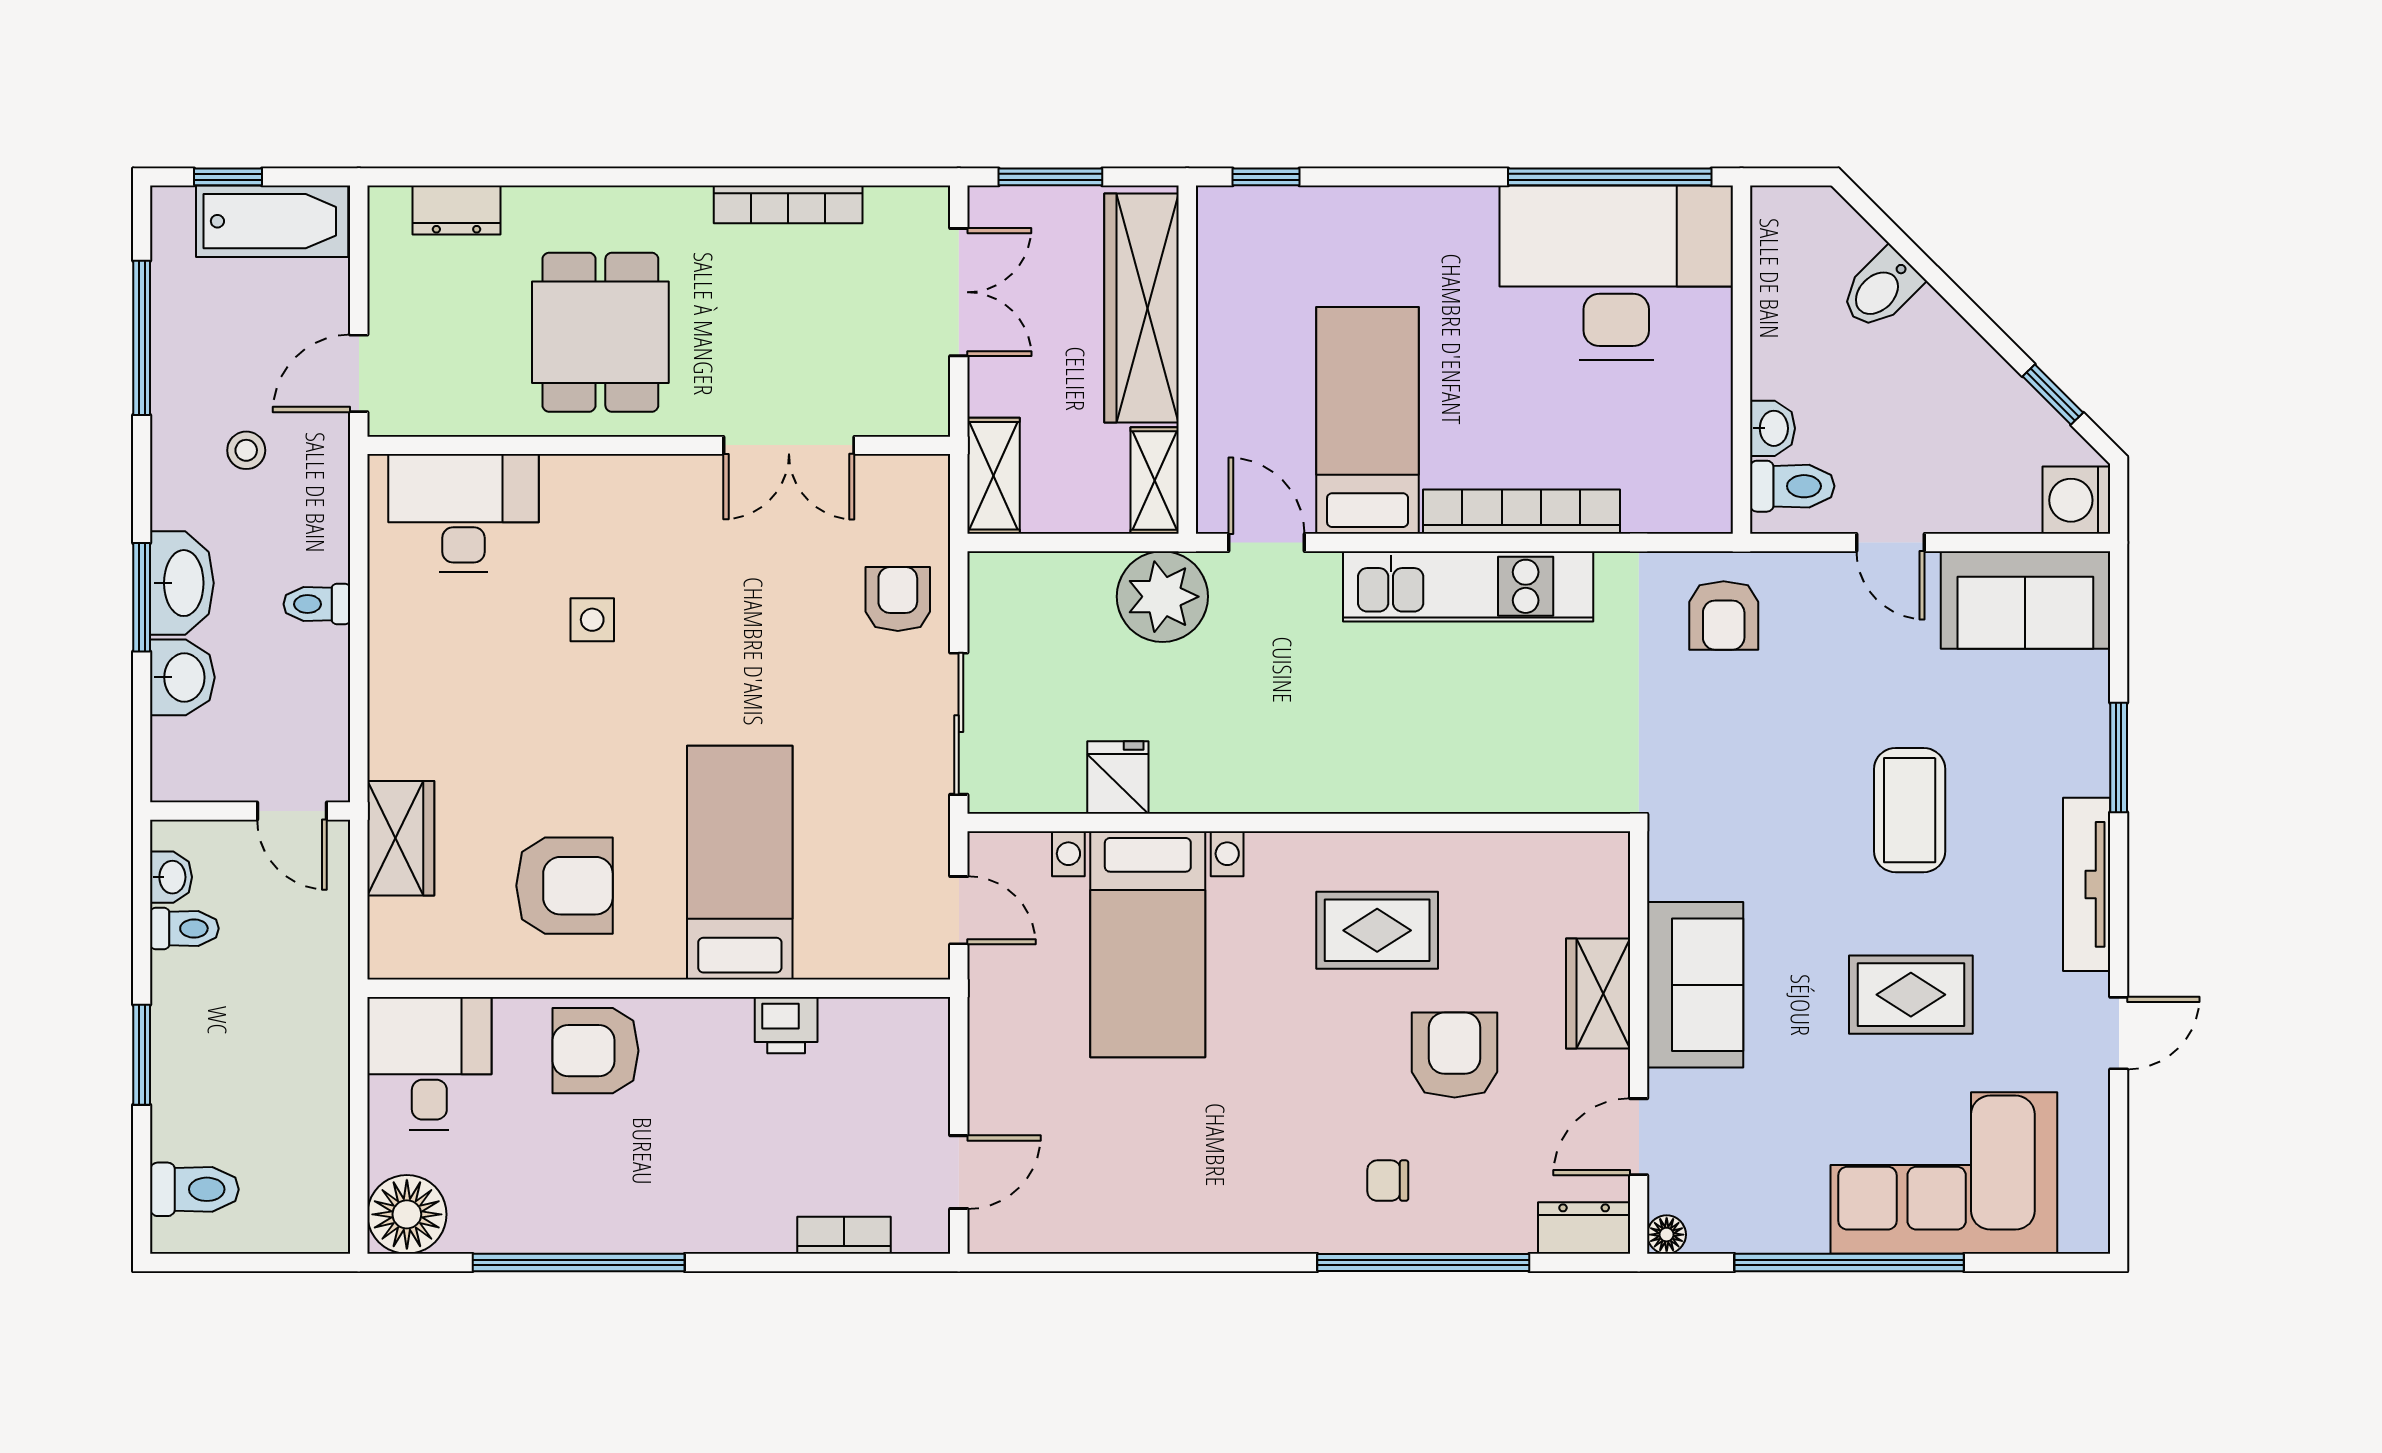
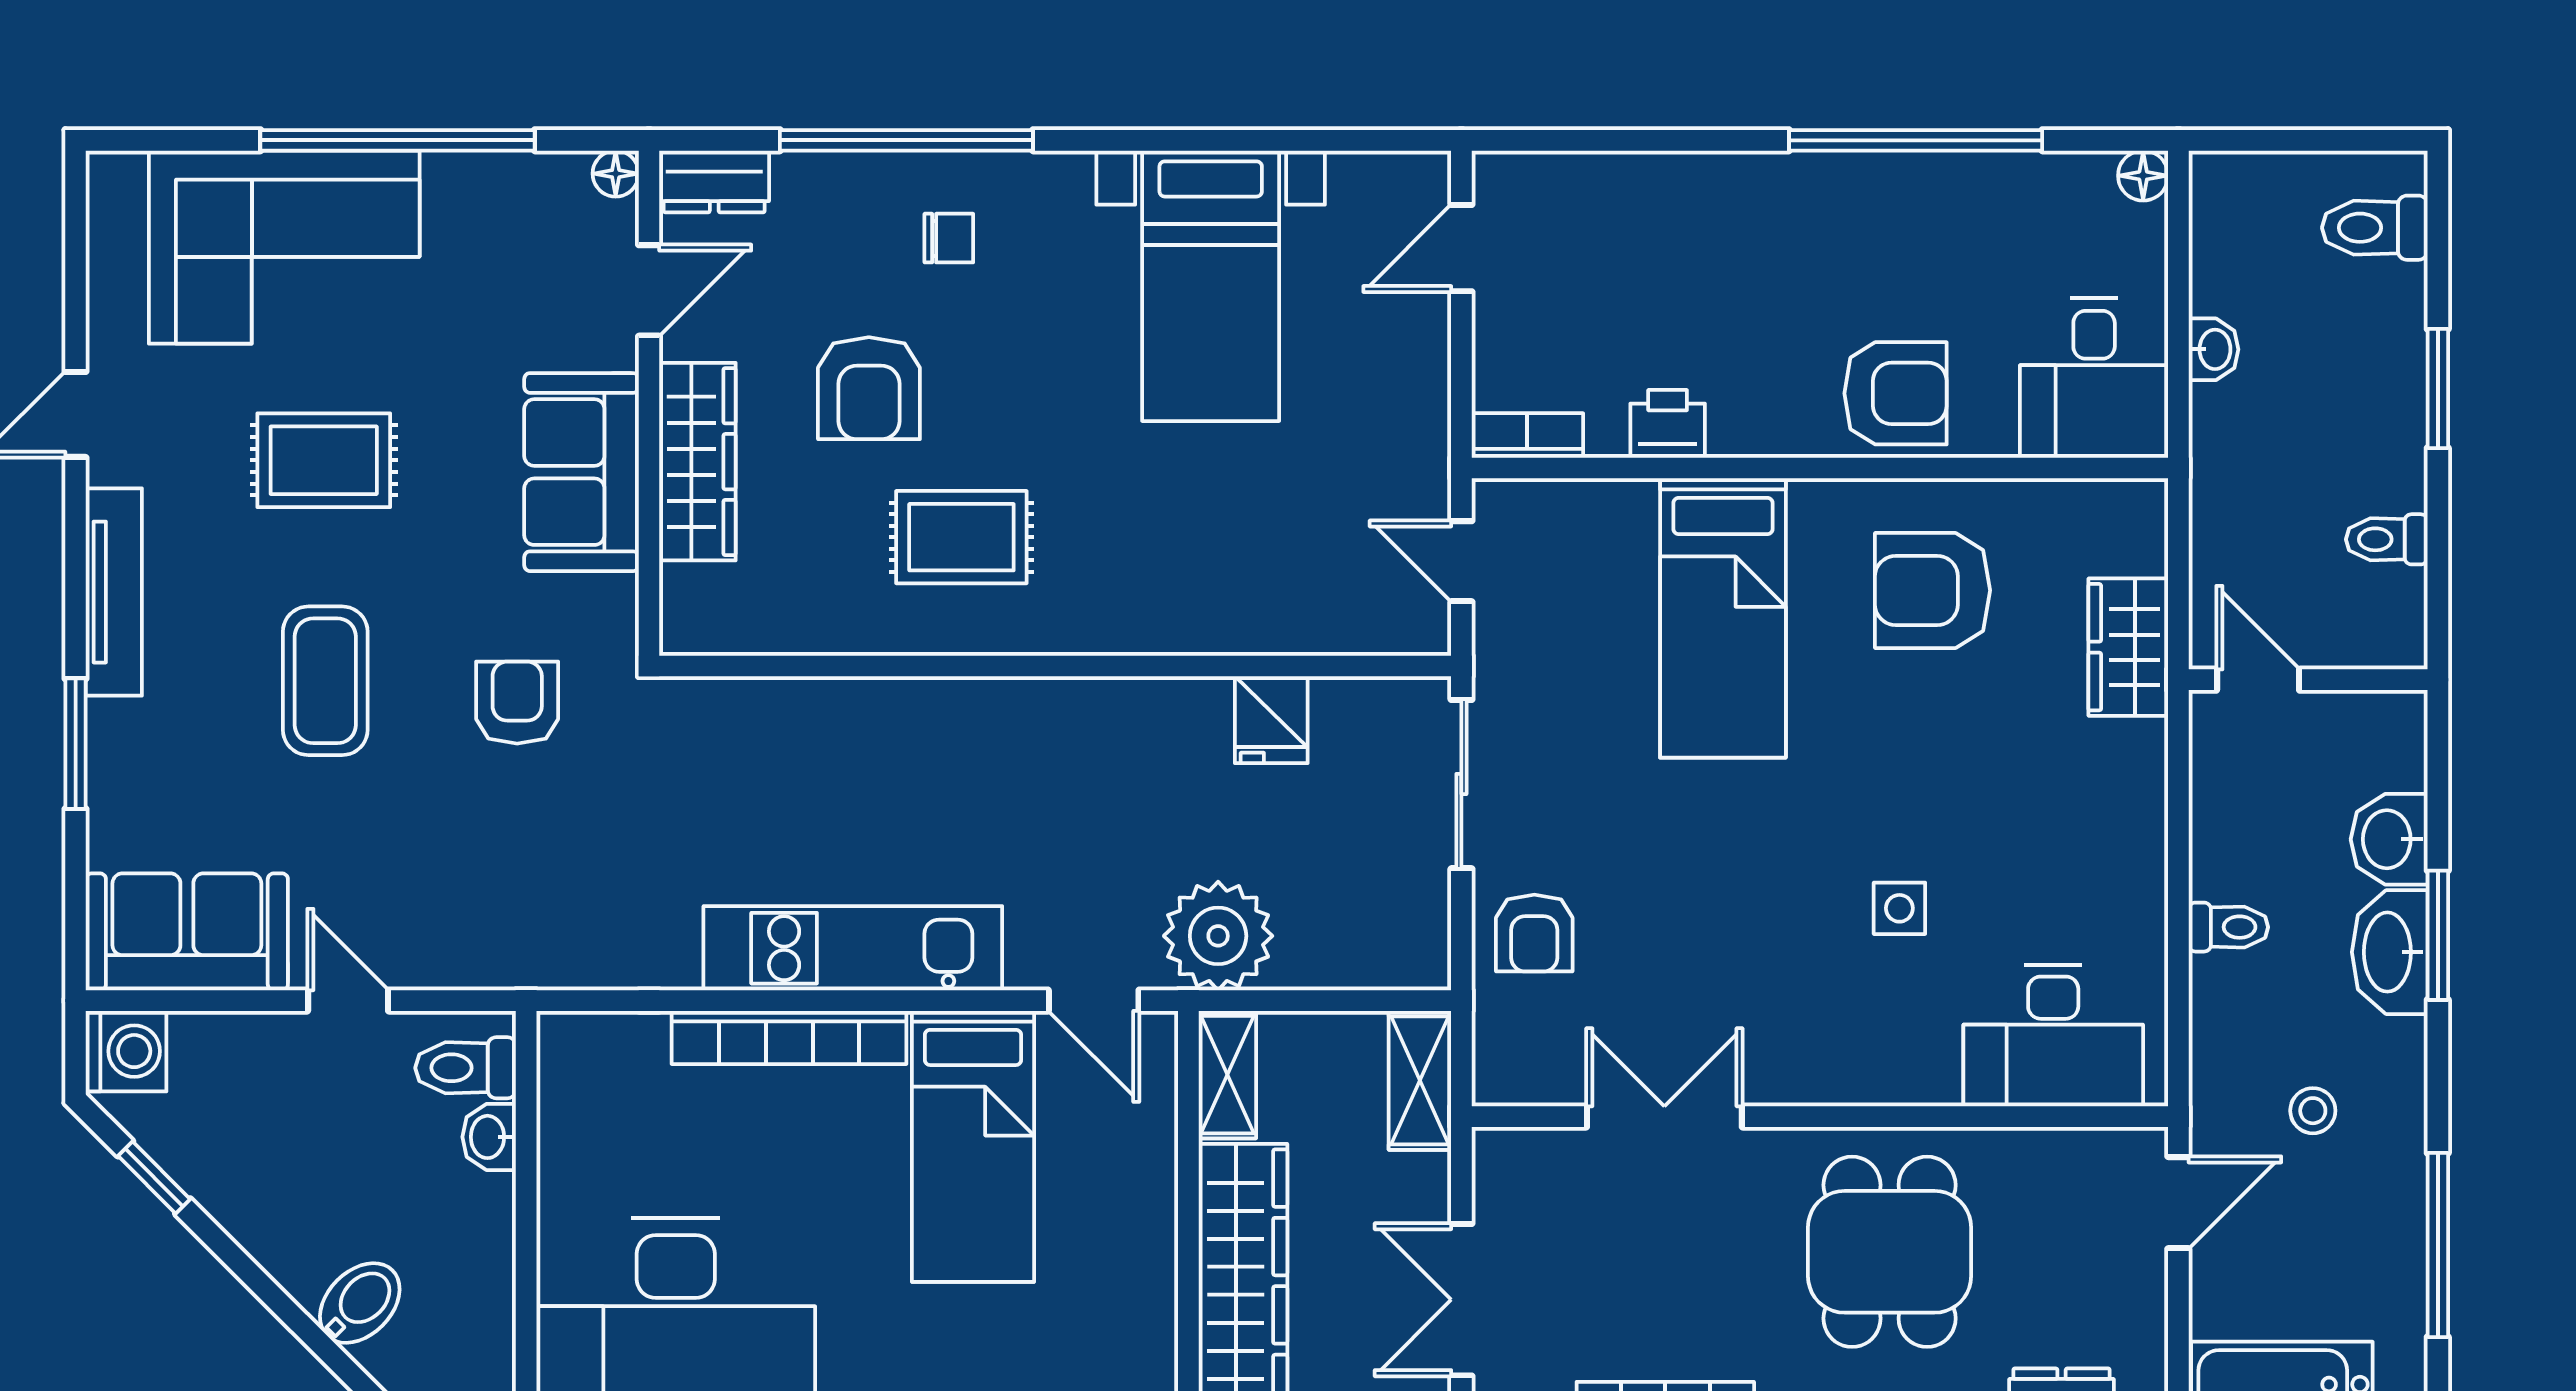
armchair: (1724, 615) -> (517, 703), moved
washbasin: (171, 877) -> (2214, 349), moved, turned 180
bed with nightstands: (1148, 944) -> (1211, 286), moved, turned 180
wardrobe: (1598, 994) -> (697, 462), width x1.50
floor lamp: (407, 1214) -> (2143, 176), width x0.53, depth x0.53
bookcase: (844, 1235) -> (1527, 435), moved, turned 180

